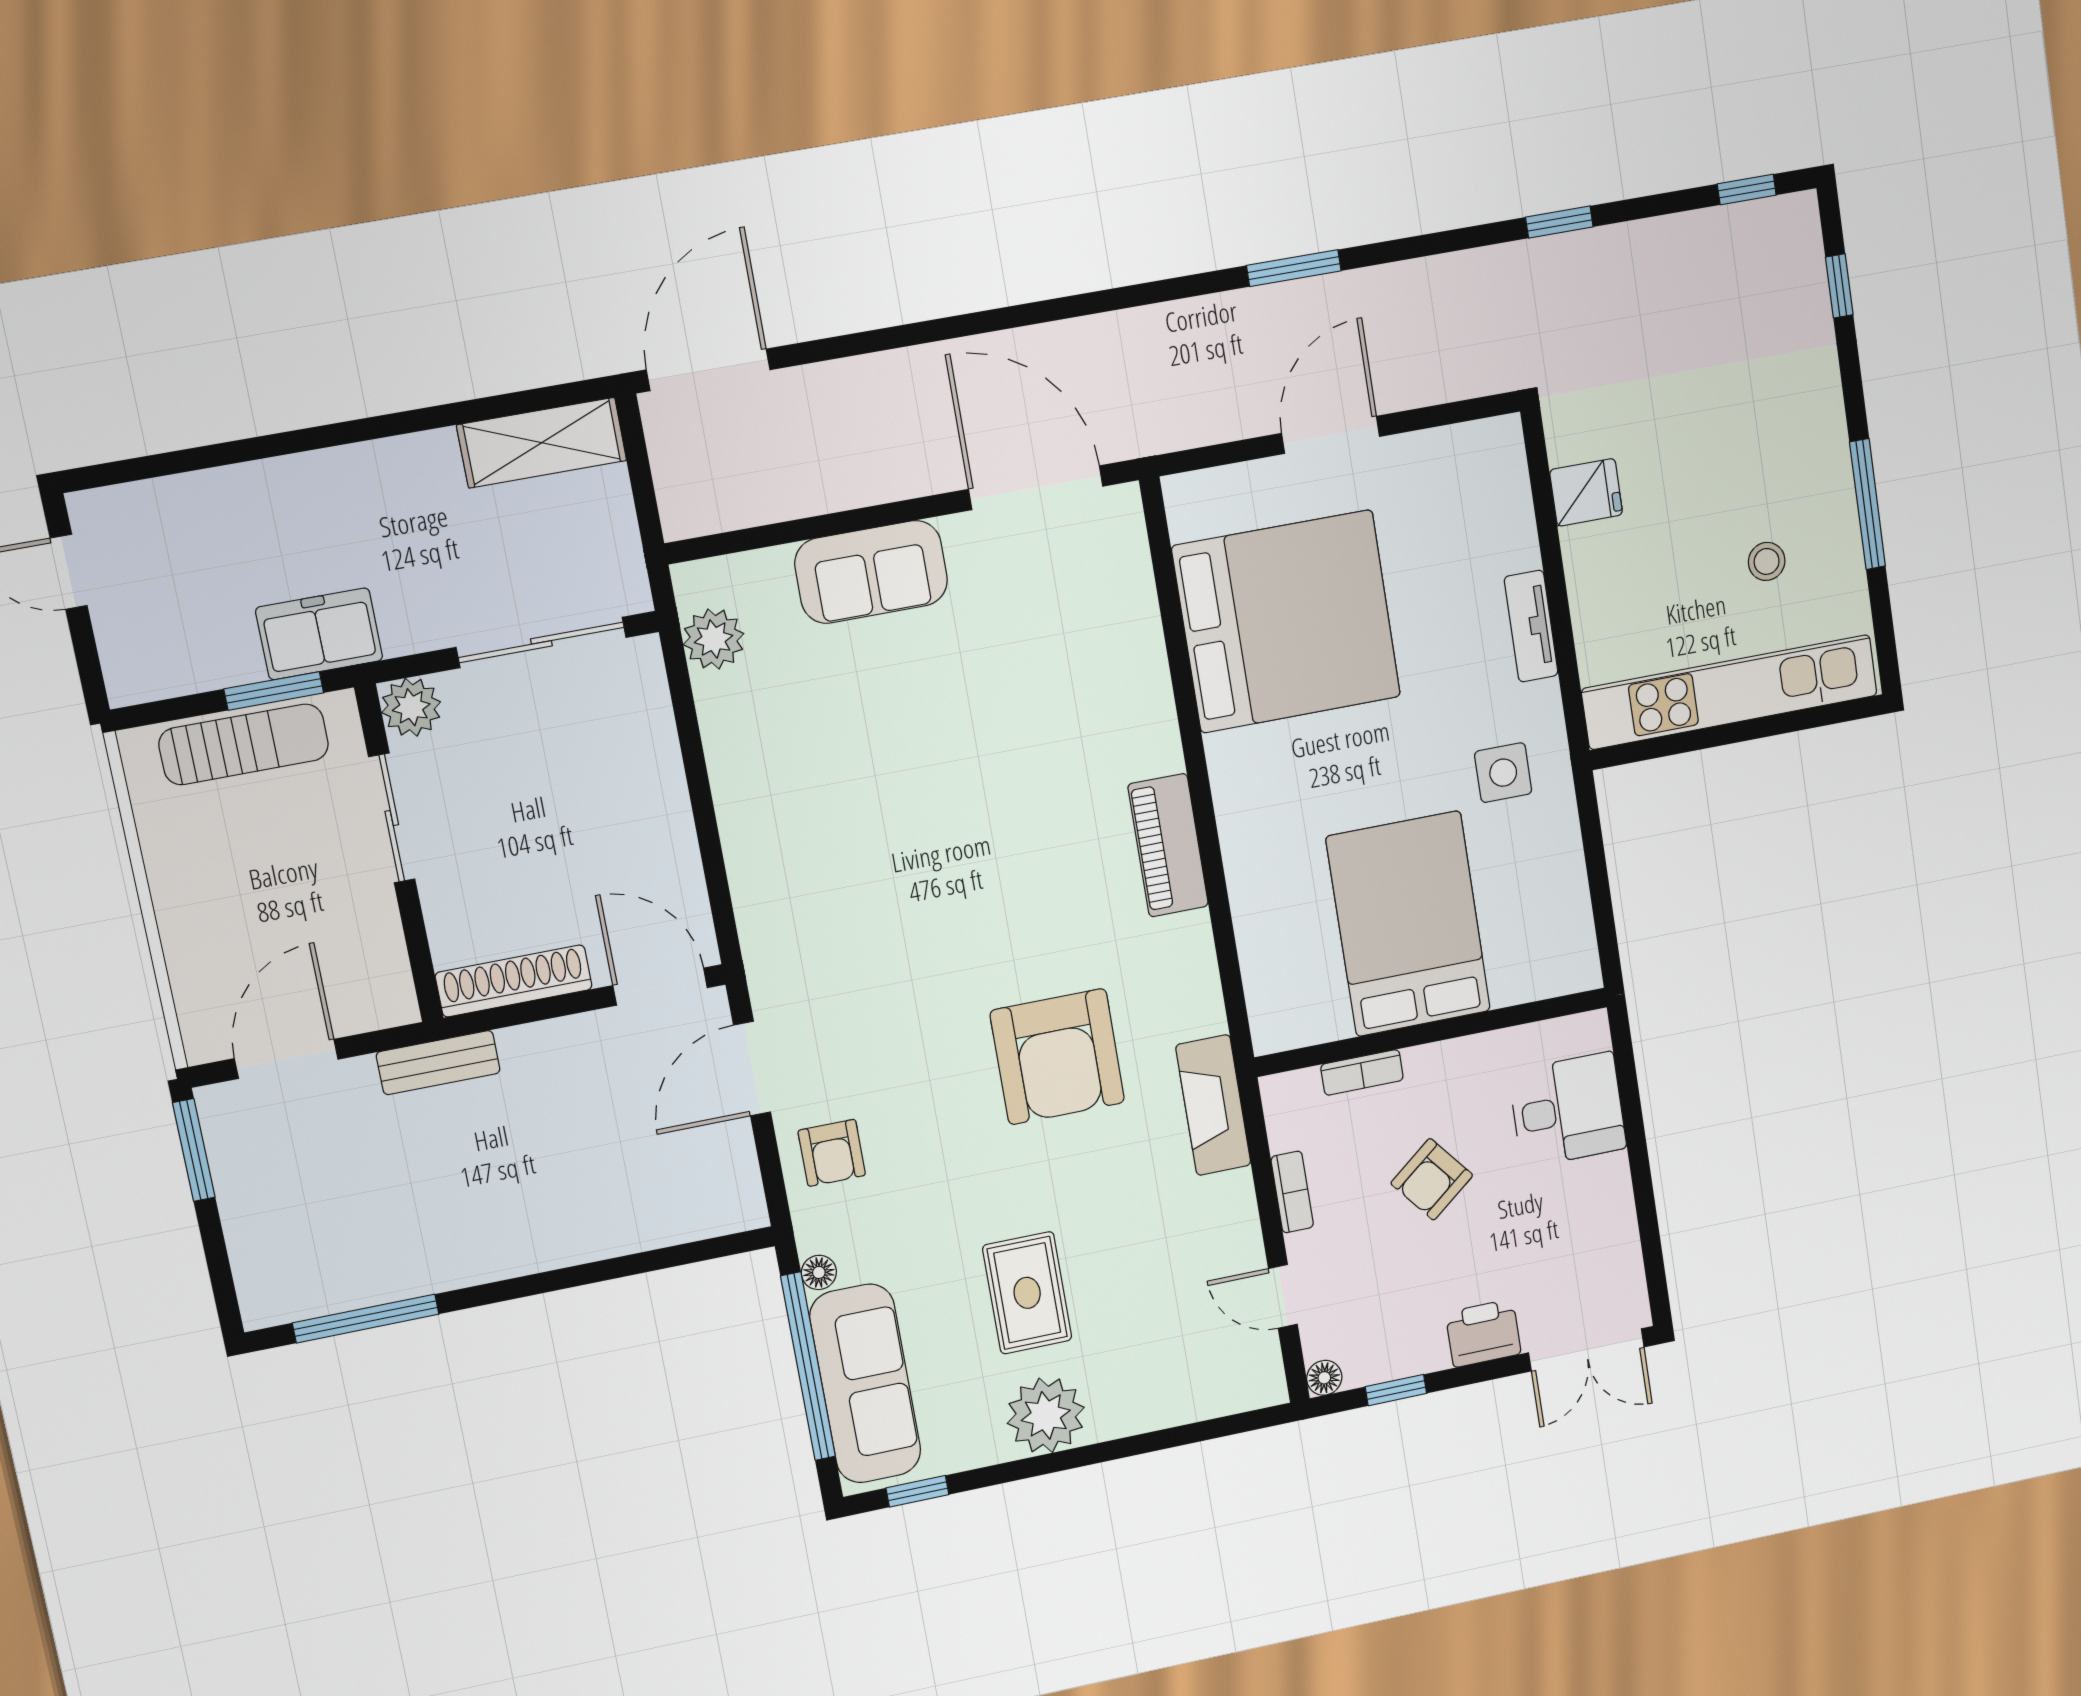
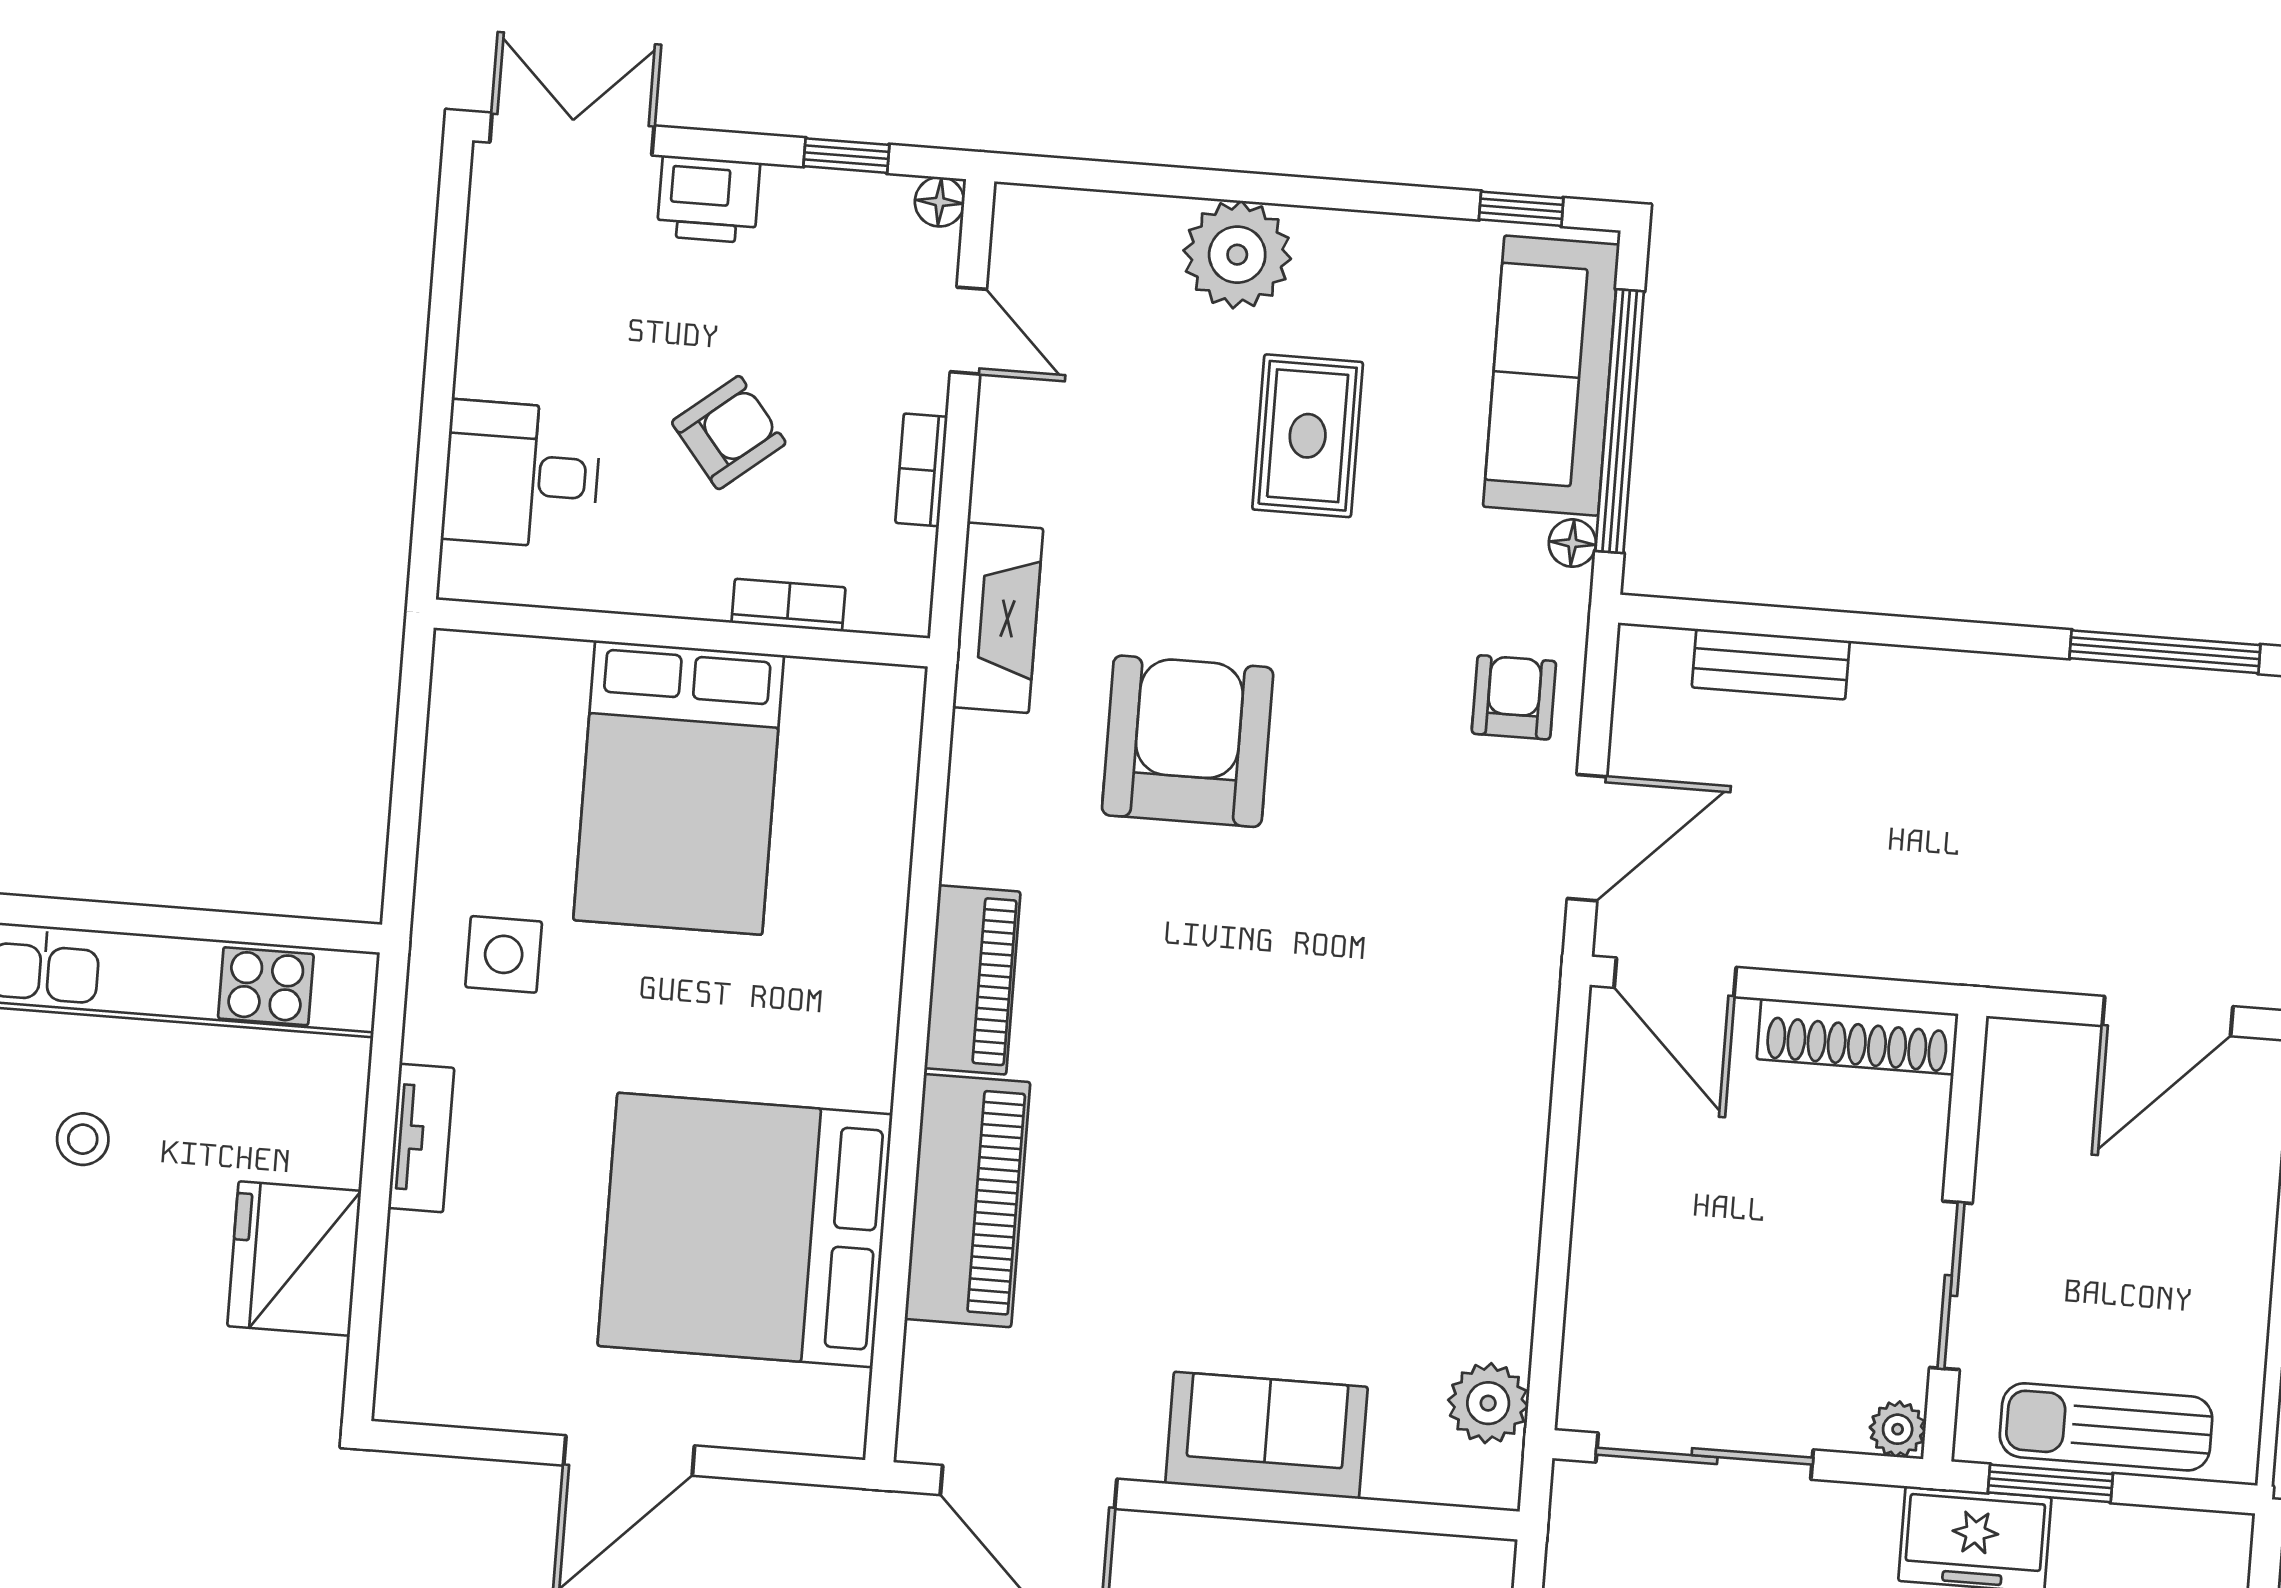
fridge: (1586, 492) -> (294, 1258), width x1.88, depth x1.34
piano: (1132, 686) -> (967, 1201), added
plant: (411, 707) -> (1898, 1429), width x0.73, depth x0.73
bench: (438, 1063) -> (1771, 664), moved
plant: (1046, 1415) -> (1237, 255), moved

